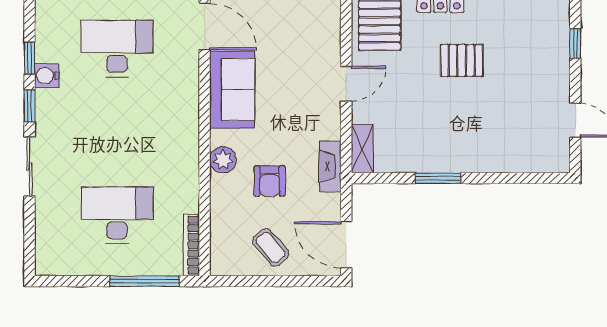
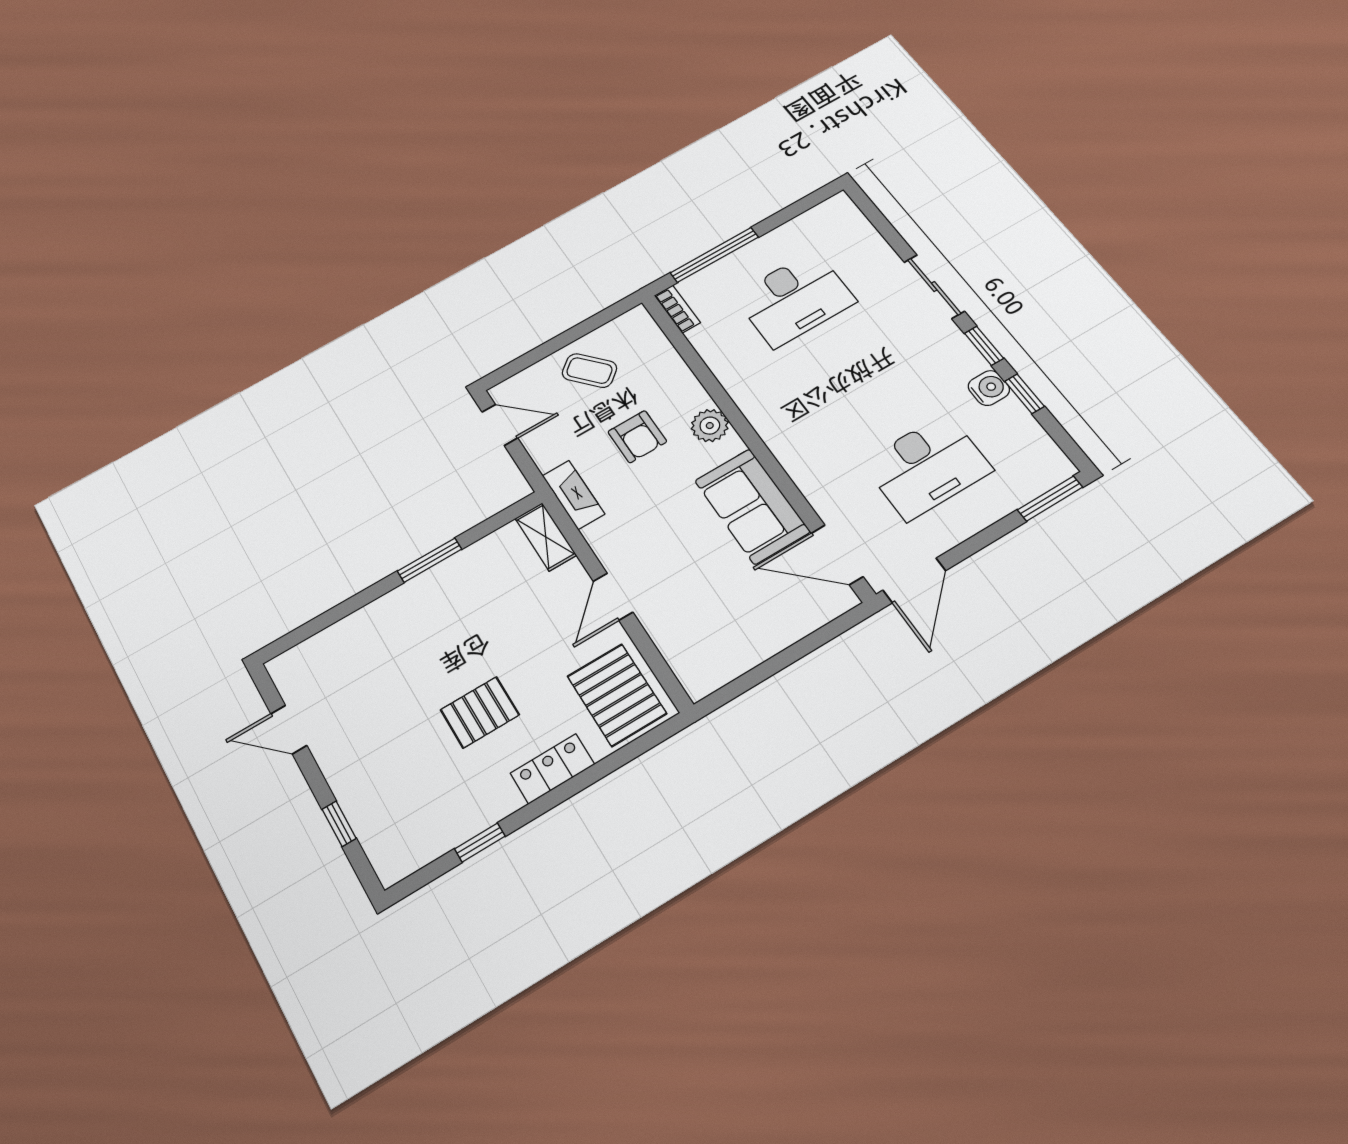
armchair: (270, 181) -> (637, 437), turned 180
bookcase: (191, 245) -> (677, 309), width x0.64
door: (346, 245) -> (500, 425), width x0.73

